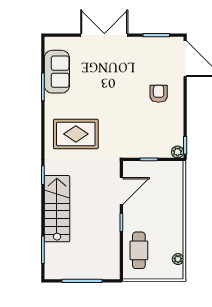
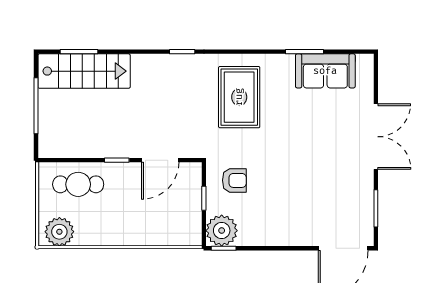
armchair: (159, 94) -> (234, 180), moved
plant: (178, 152) -> (222, 231), width x1.88, depth x1.88
door: (121, 191) -> (160, 160), hinge flipped
stairs: (57, 209) -> (84, 71), moved
plant: (178, 259) -> (59, 232), width x1.88, depth x1.88

